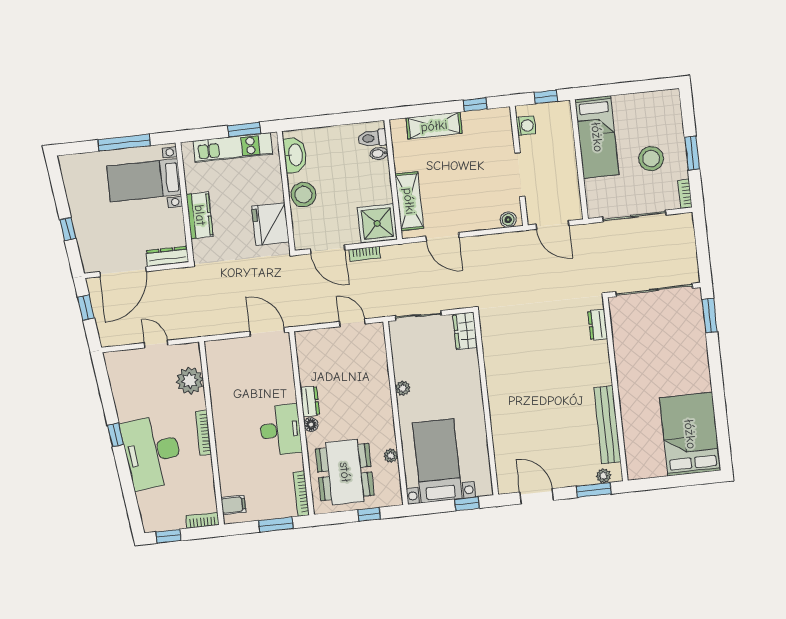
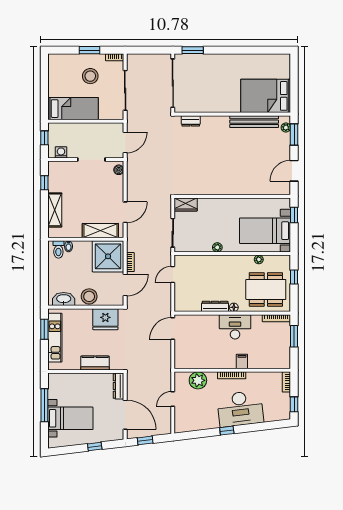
bed with nightstands: (144, 180) -> (70, 418), moved, turned -90
shower: (377, 223) -> (108, 256), width x1.37, depth x1.37
dresser: (310, 401) -> (215, 306), width x1.44
bed: (690, 434) -> (266, 96), moved
filing cabinet: (233, 505) -> (242, 362), moved

